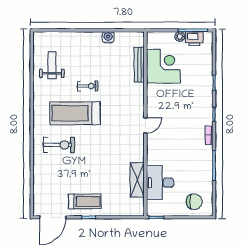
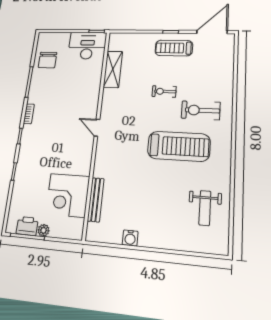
exercise bike: (88, 86) -> (164, 91), moved
door: (145, 125) -> (97, 128), hinge flipped
desk: (160, 183) -> (87, 46), moved, turned -90
chair: (194, 202) -> (48, 60), moved, turned -90

